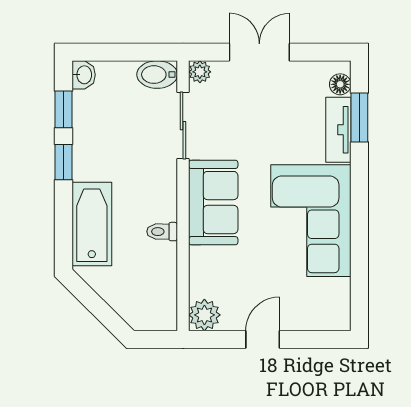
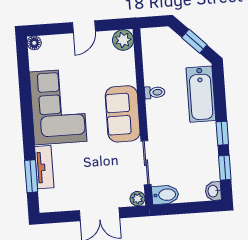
floor lamp: (340, 84) -> (34, 43), moved
window: (96, 305) -> (194, 41), added

